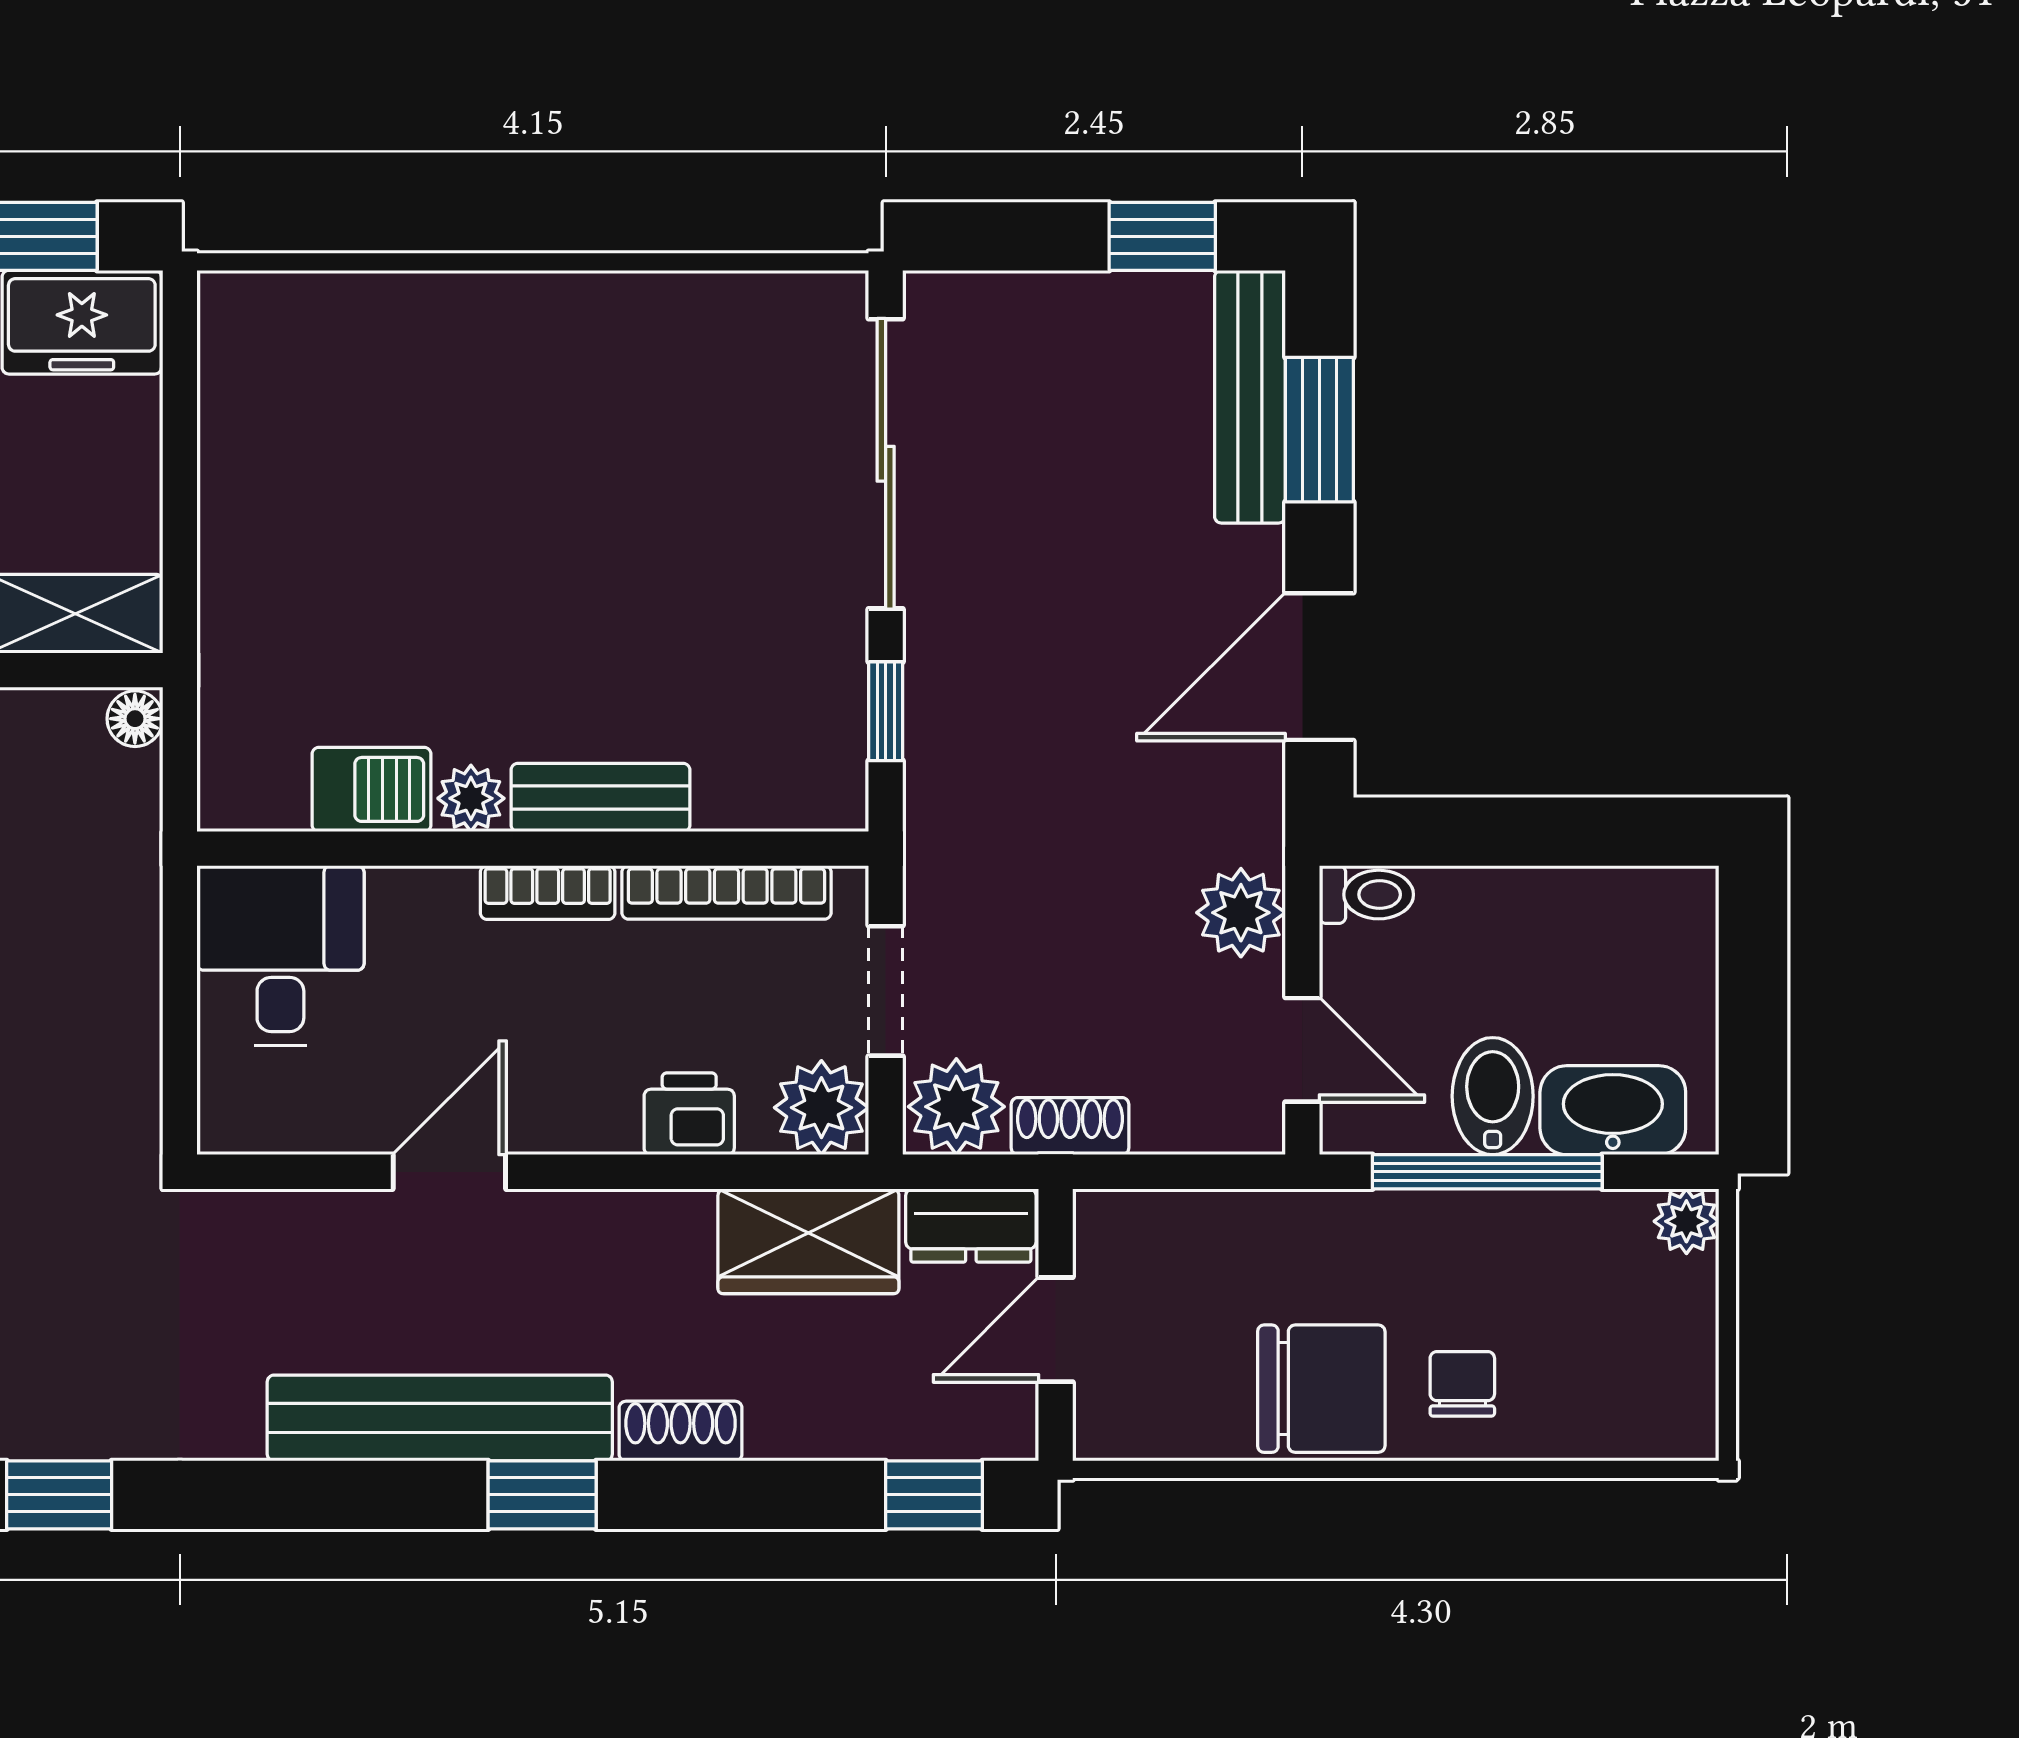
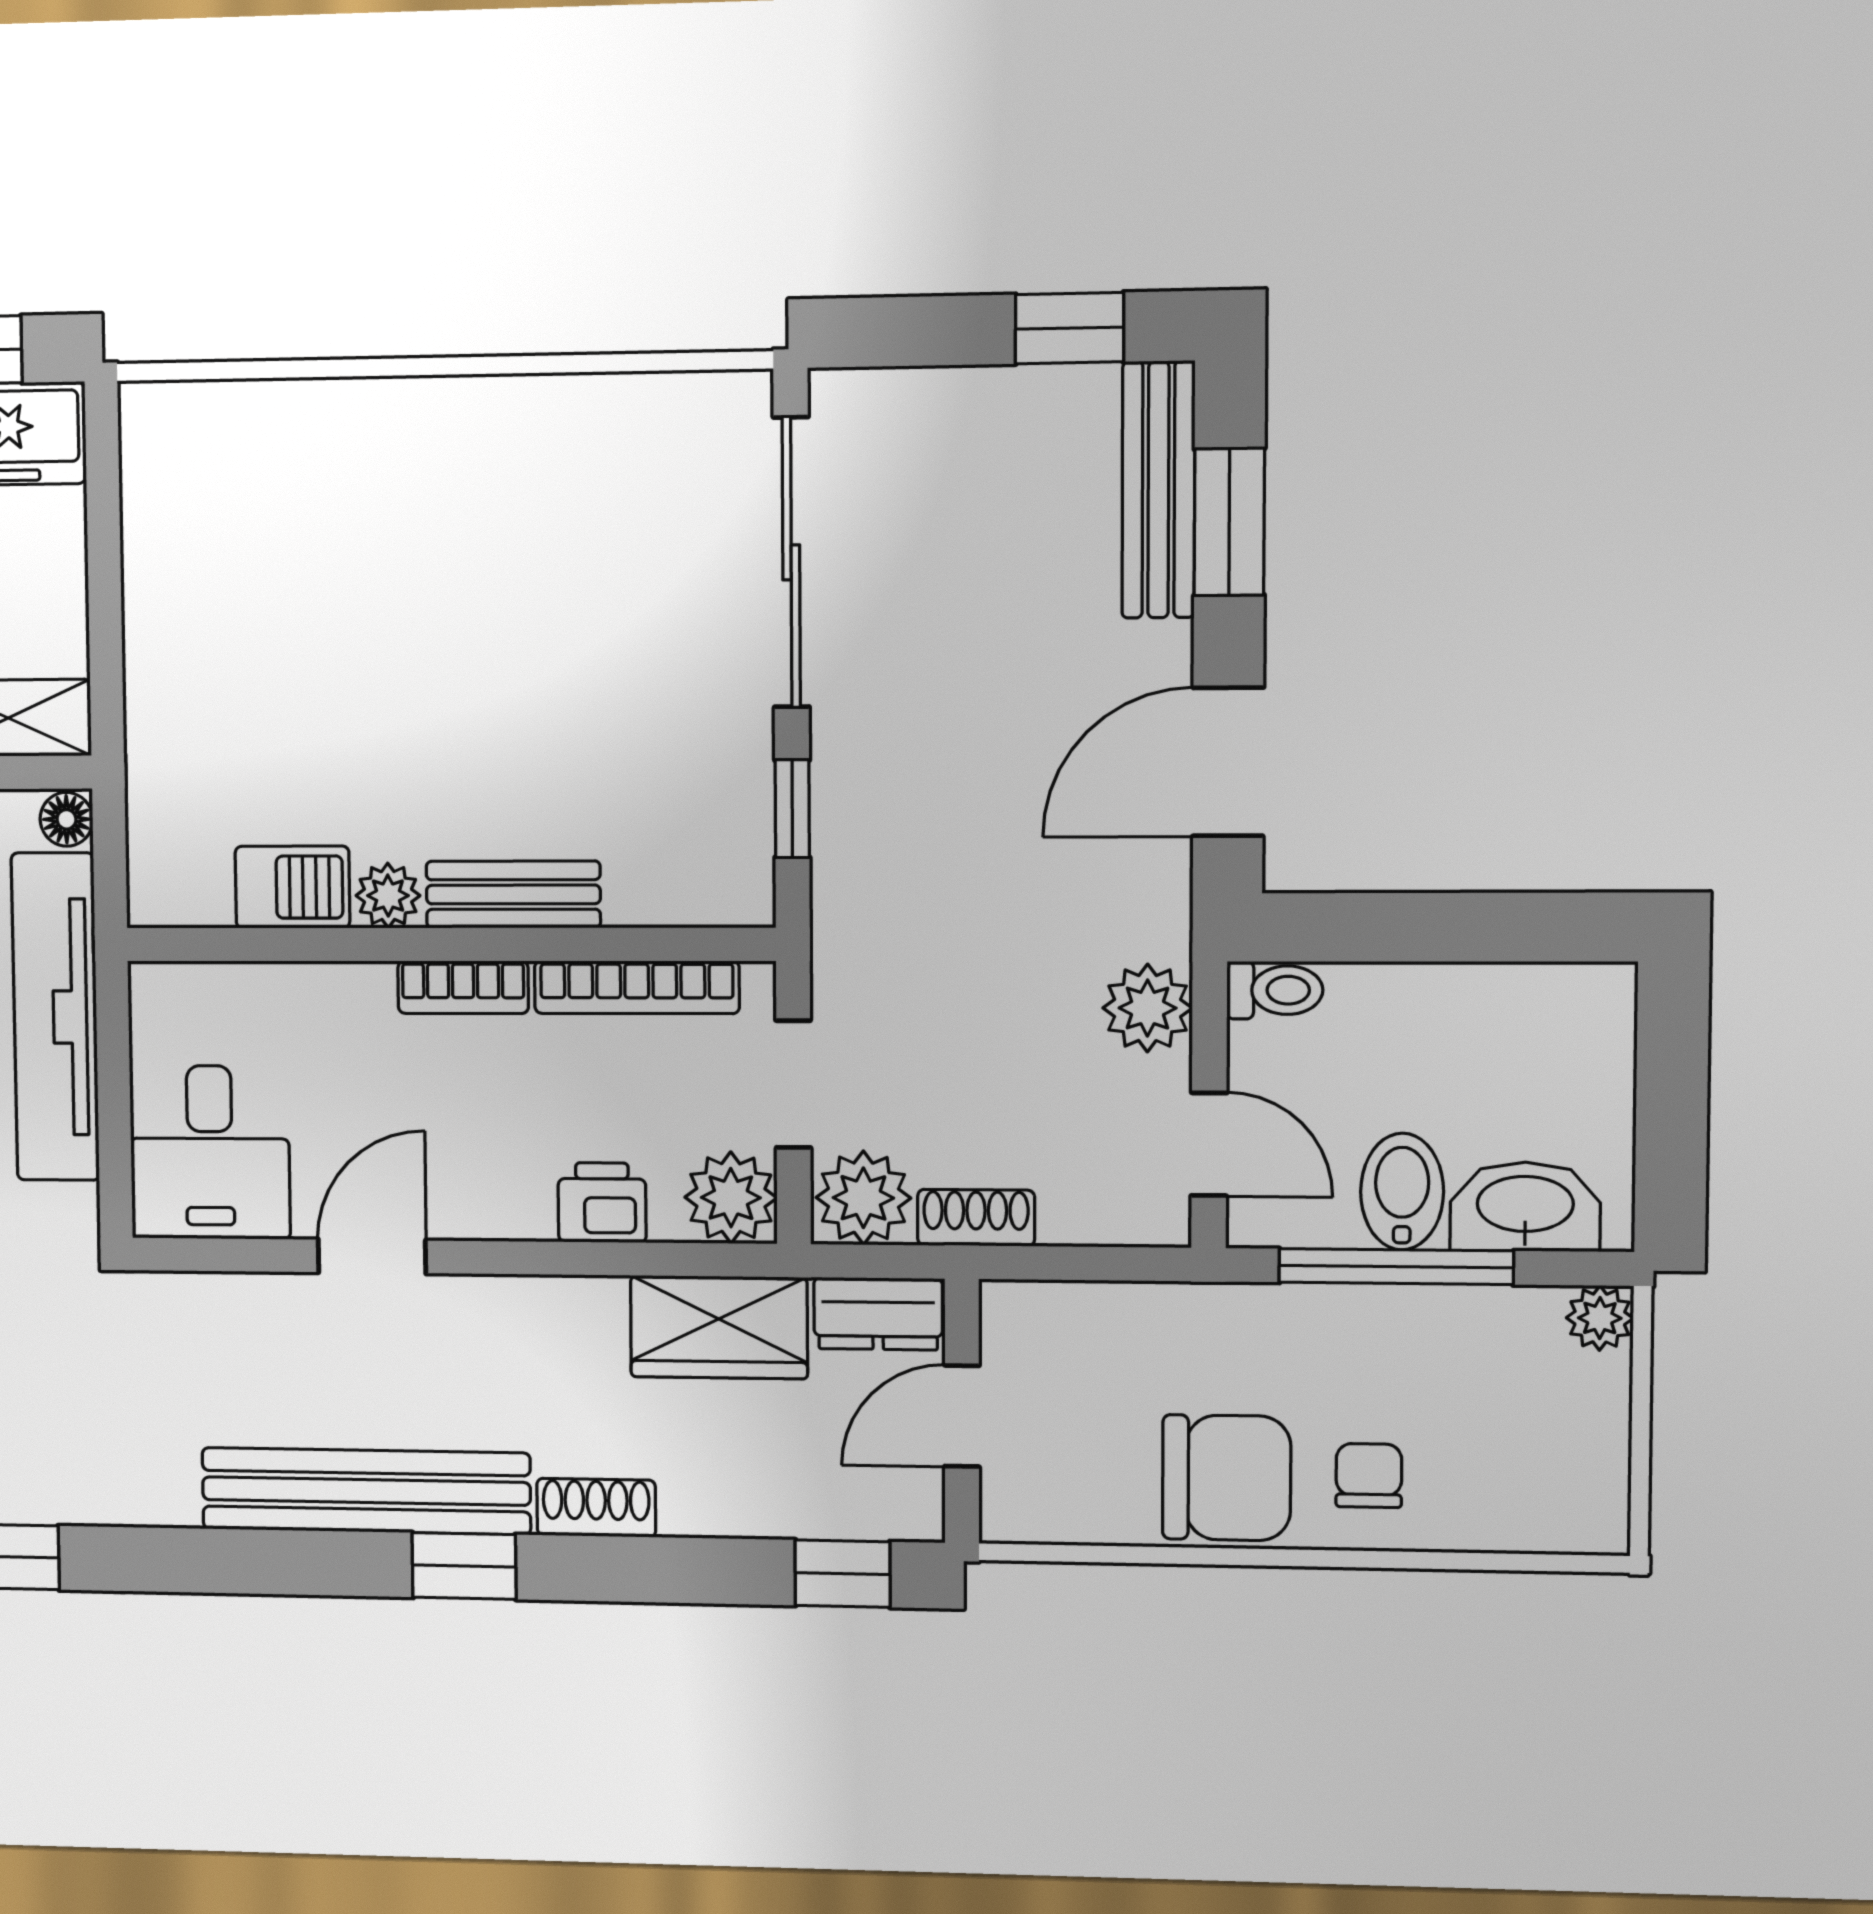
tv unit: (119, 924) -> (55, 1017), added
desk: (280, 956) -> (210, 1152), moved, turned 180

